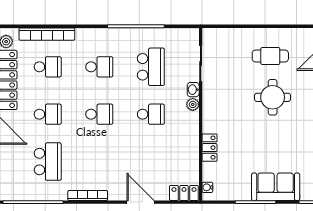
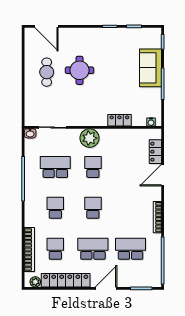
washbasin: (193, 90) -> (30, 133), moved
plant: (193, 104) -> (90, 138), width x1.88, depth x1.88
school desk: (48, 114) -> (93, 249), width x1.85
locker: (184, 193) -> (155, 152), moved

